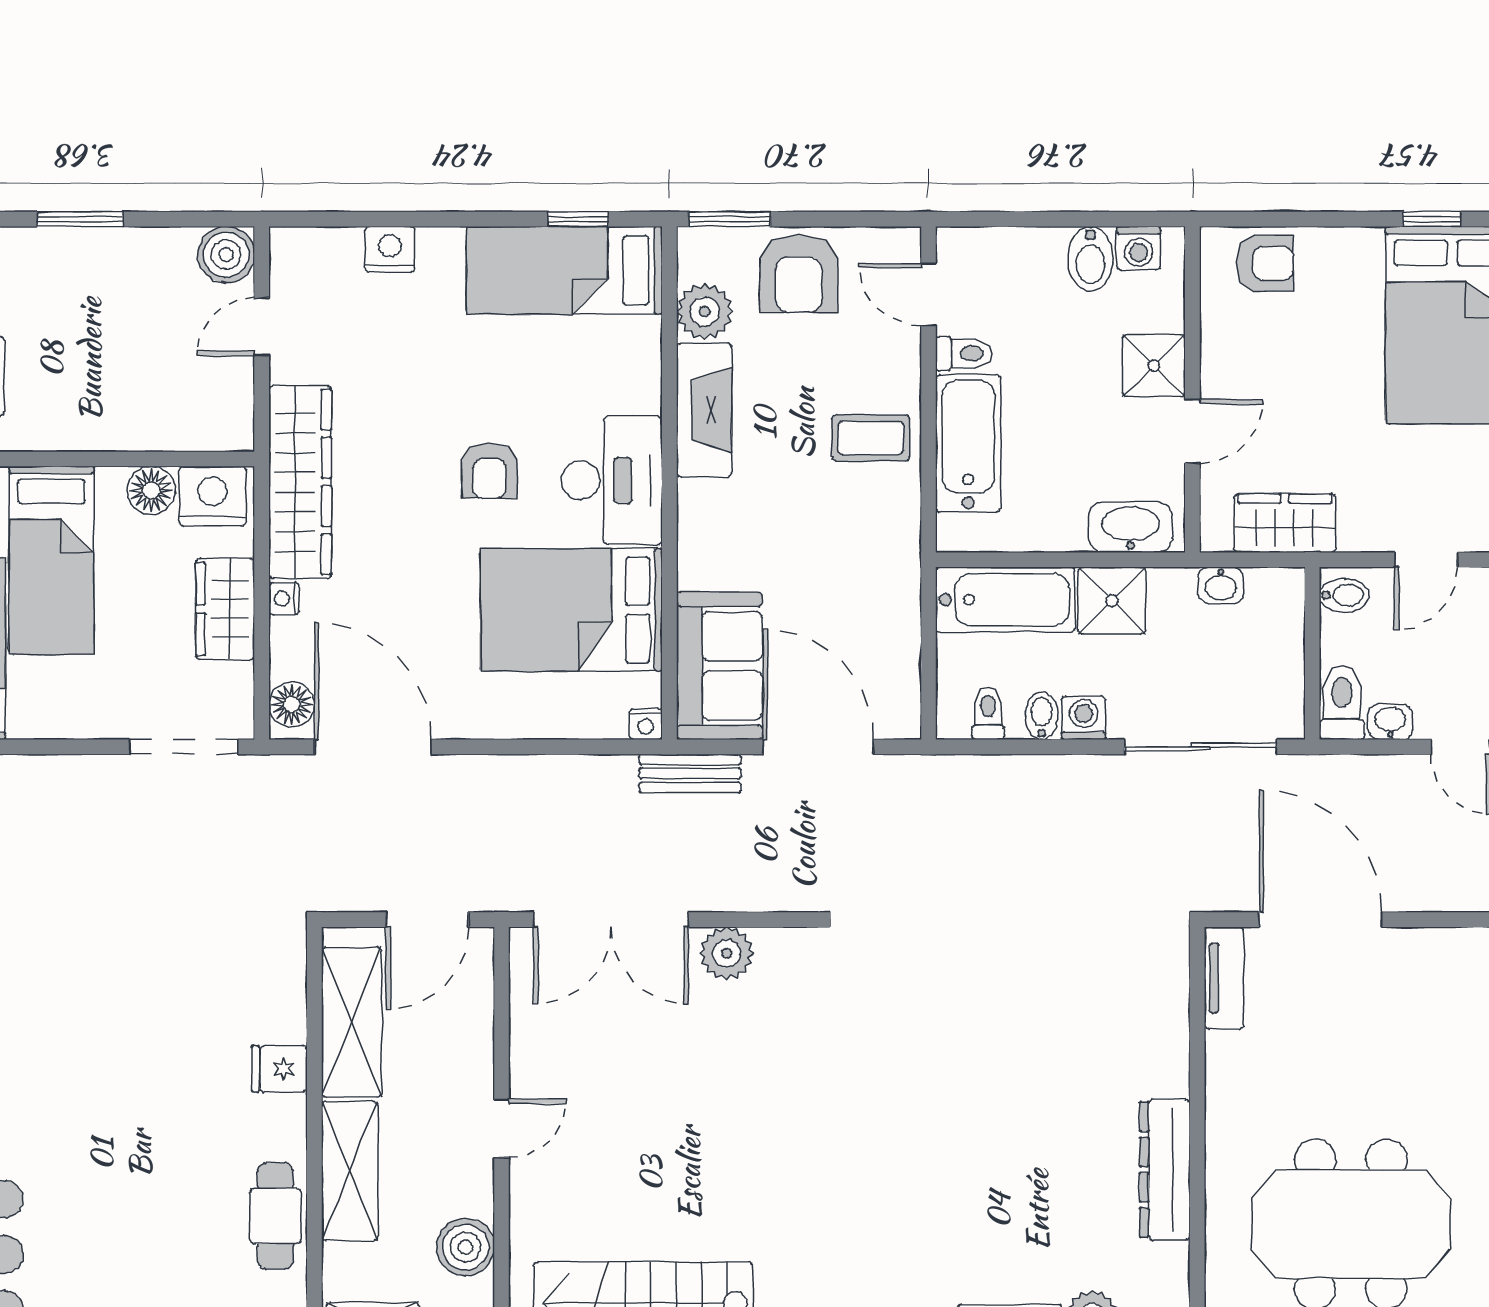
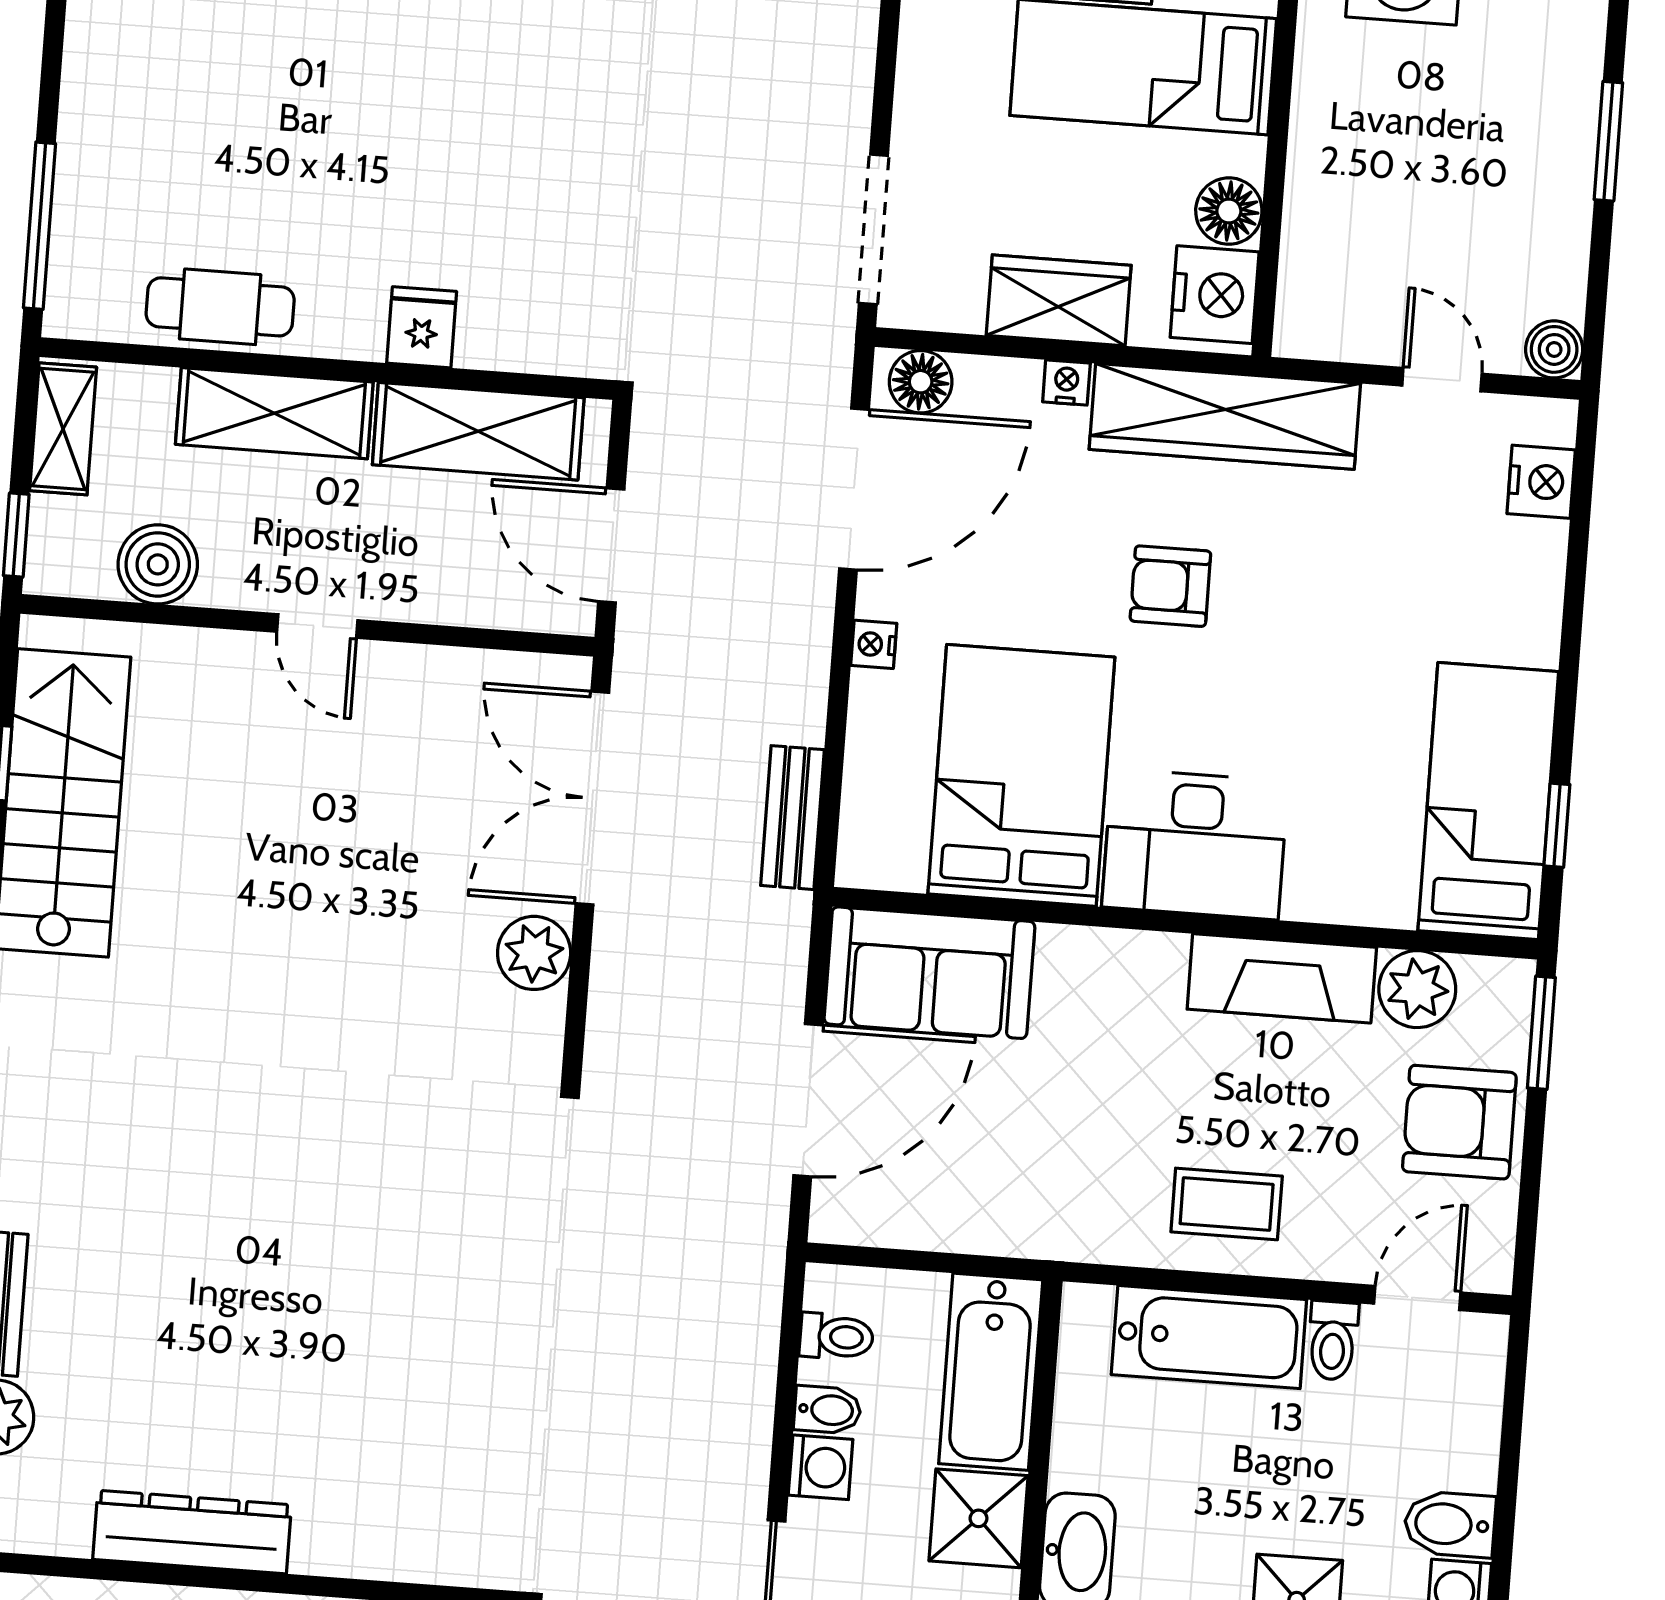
nightstand: (390, 249) -> (1541, 482), moved
boiler: (226, 255) -> (1554, 349), width x0.73, depth x0.73
coffee table: (871, 438) -> (1227, 1204), turned 90
armchair: (489, 471) -> (1170, 586), moved
nightstand: (646, 724) -> (874, 644), moved
bench: (690, 774) -> (792, 818), moved

